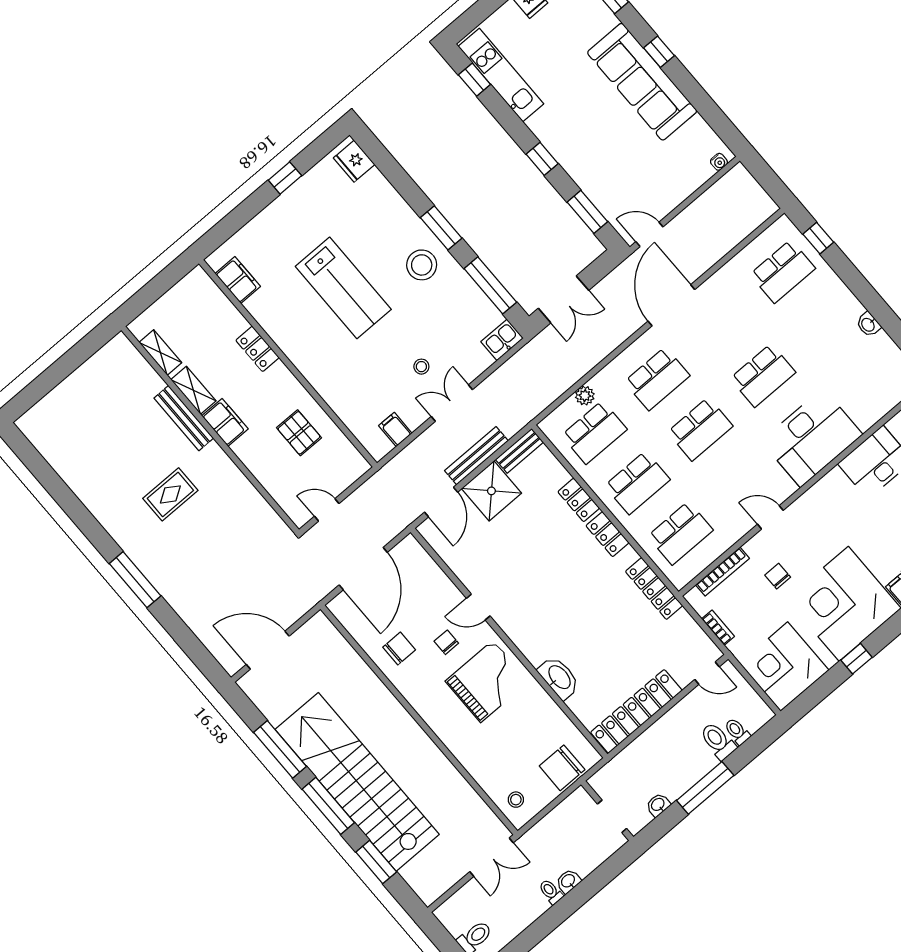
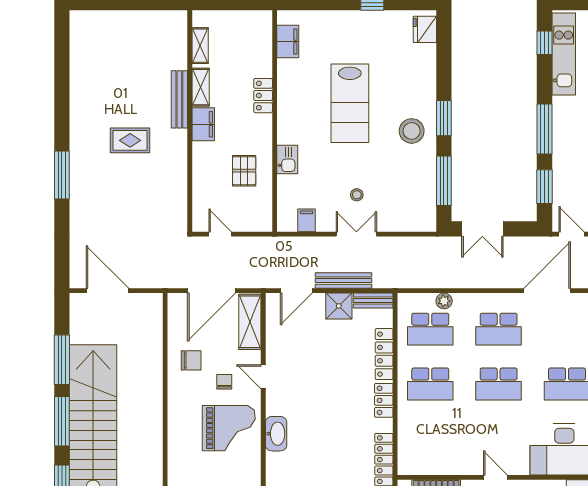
window: (542, 159) -> (544, 129), width x2.17
kitchen sink: (502, 340) -> (287, 160), moved, turned 90
shower: (491, 491) -> (339, 306), width x0.73, depth x0.73
locker: (579, 500) -> (384, 354), width x1.53
school desk: (680, 533) -> (430, 439), removed
shelving: (423, 567) -> (250, 322), added
washbasin: (559, 678) -> (276, 434), moved

